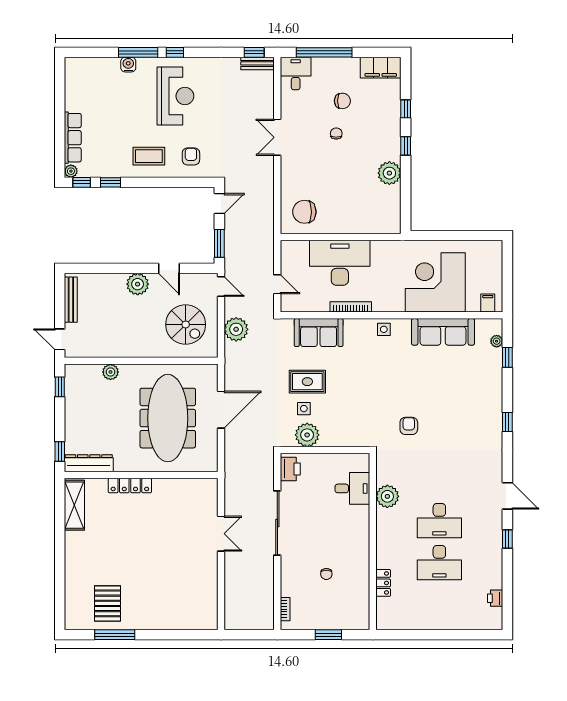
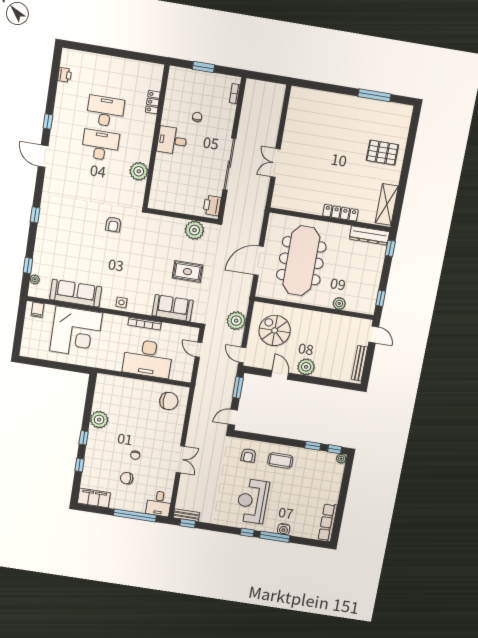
row of seats: (73, 138) -> (328, 522), moved
side table: (304, 409) -> (194, 251), removed
desk: (352, 488) -> (172, 140), moved
pallet: (108, 603) -> (382, 152), moved, turned 90

